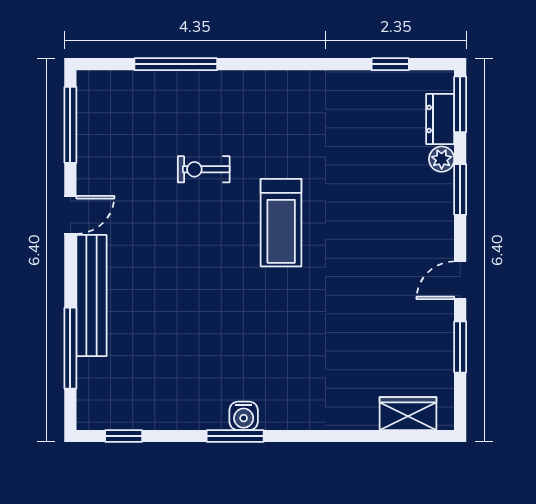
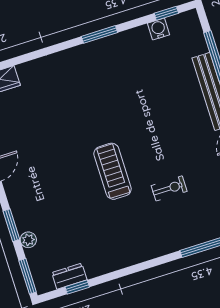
dresser: (440, 119) -> (69, 276), moved, turned -90
water cooler: (244, 416) -> (159, 29), moved

